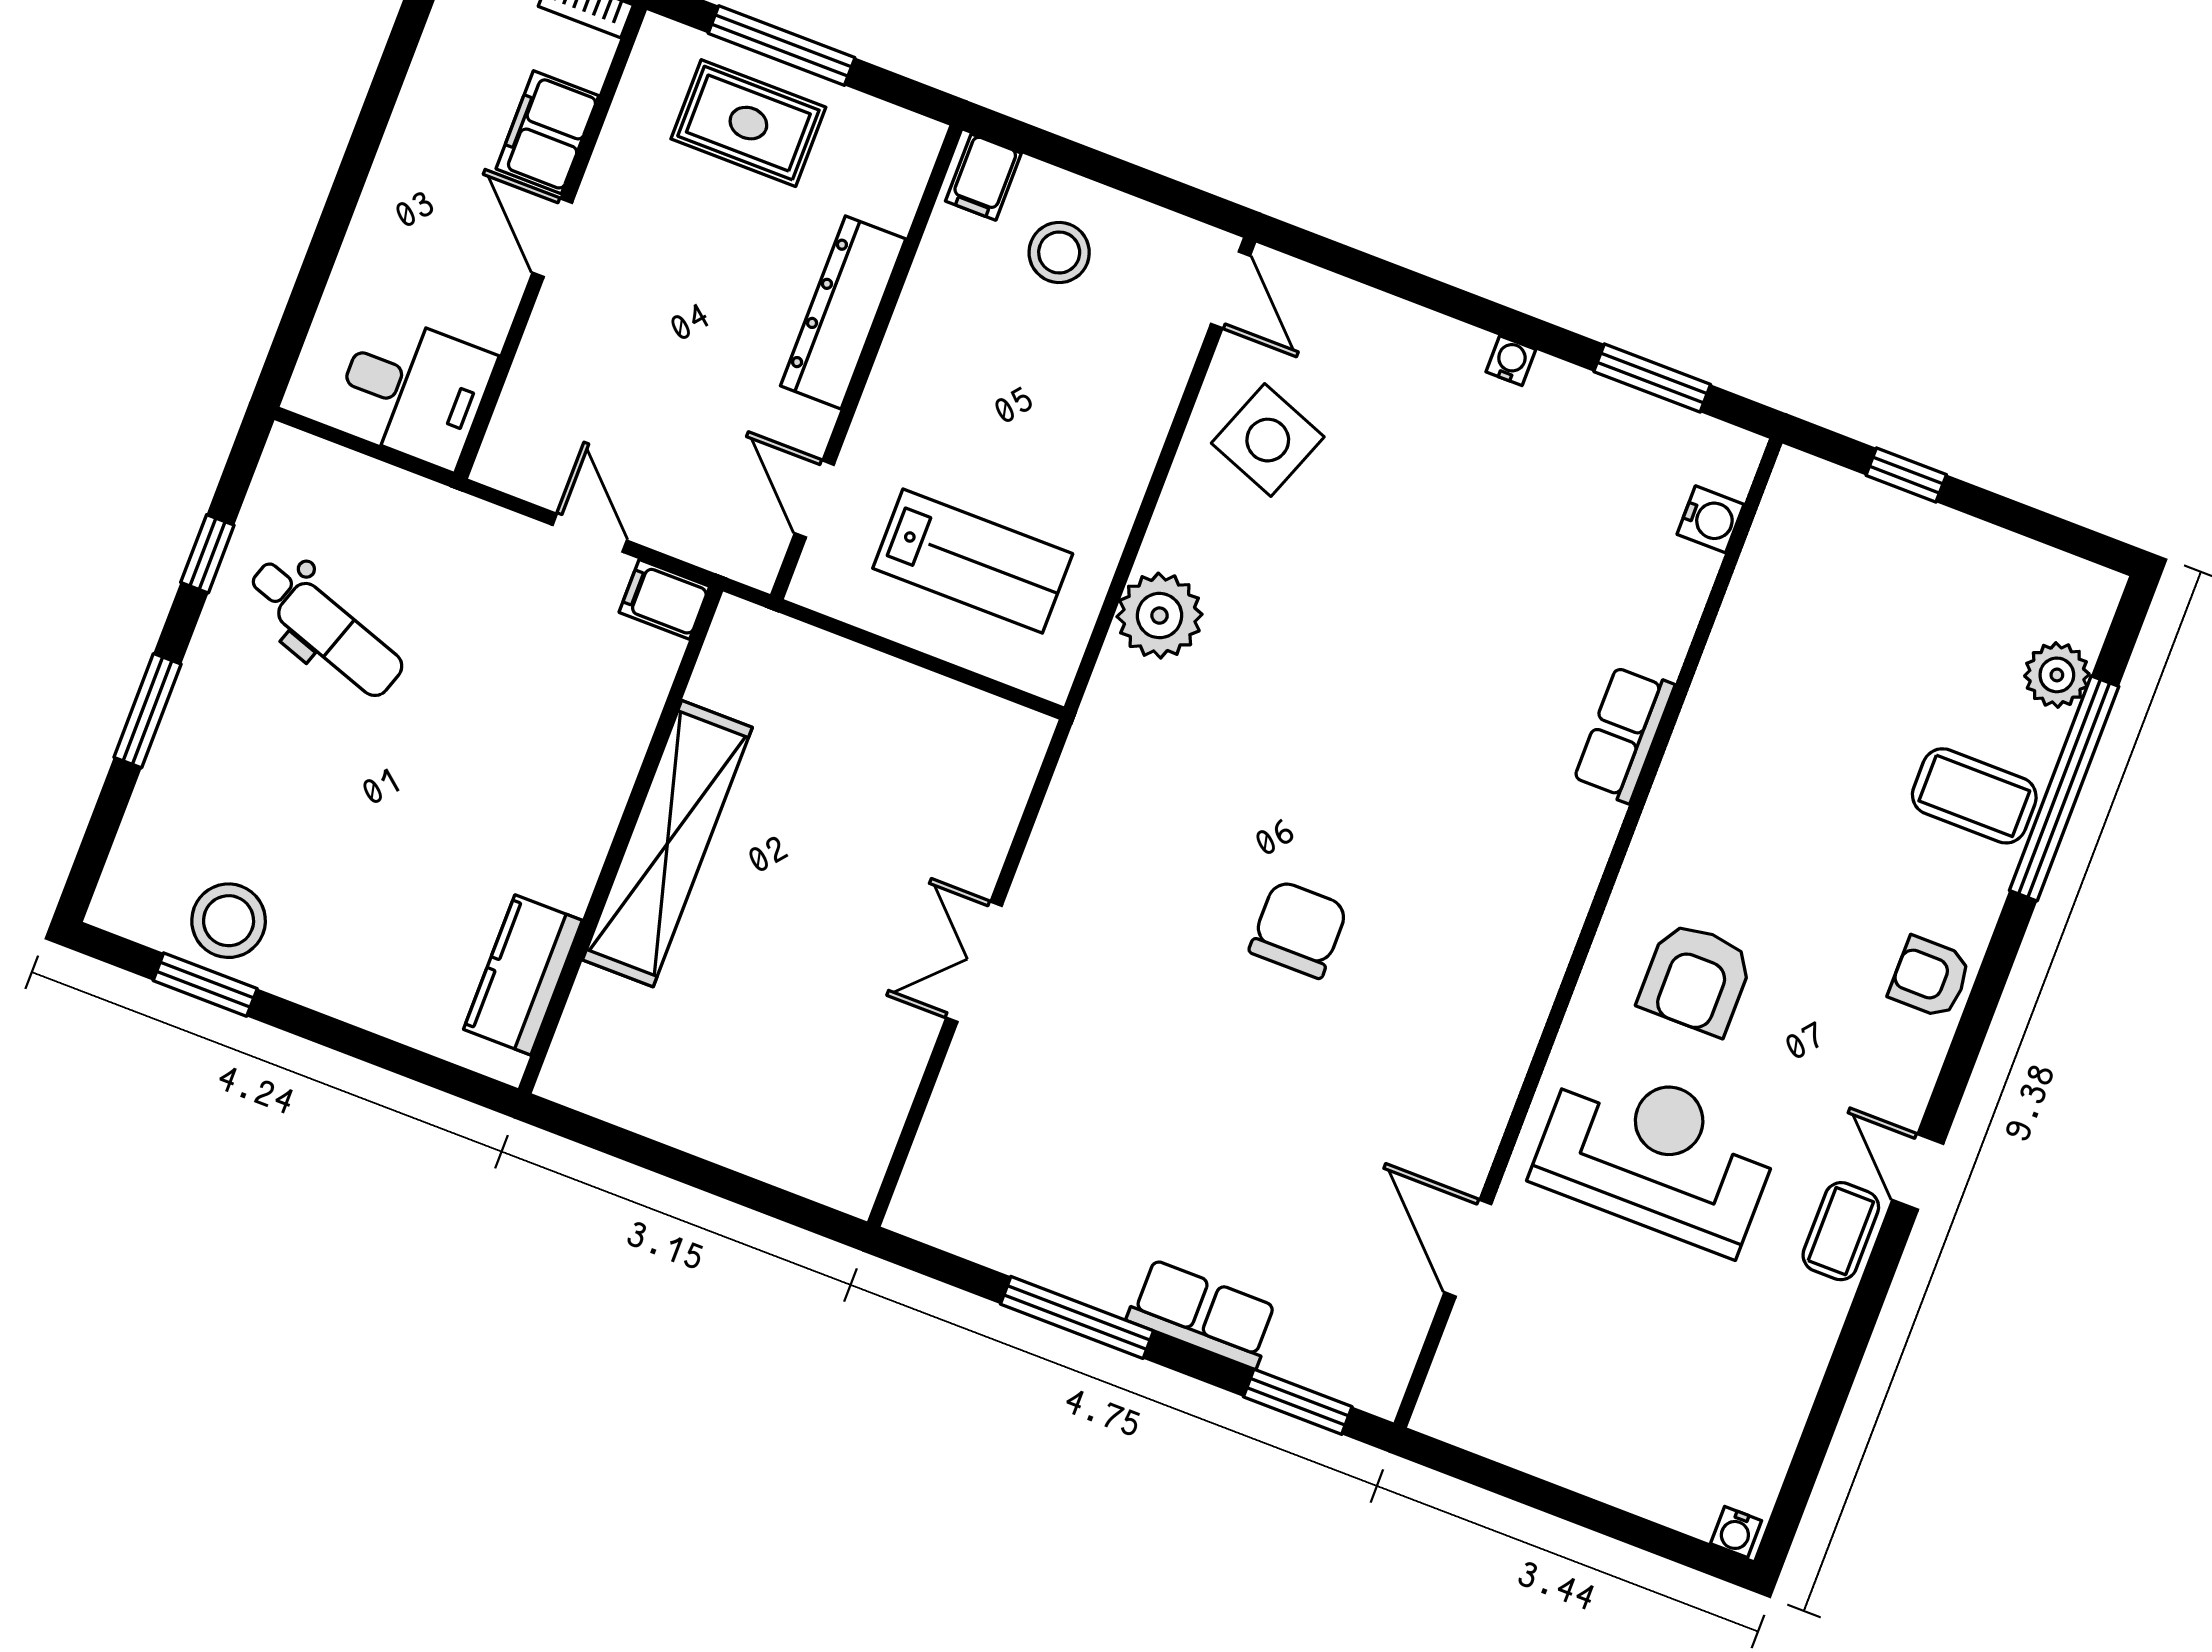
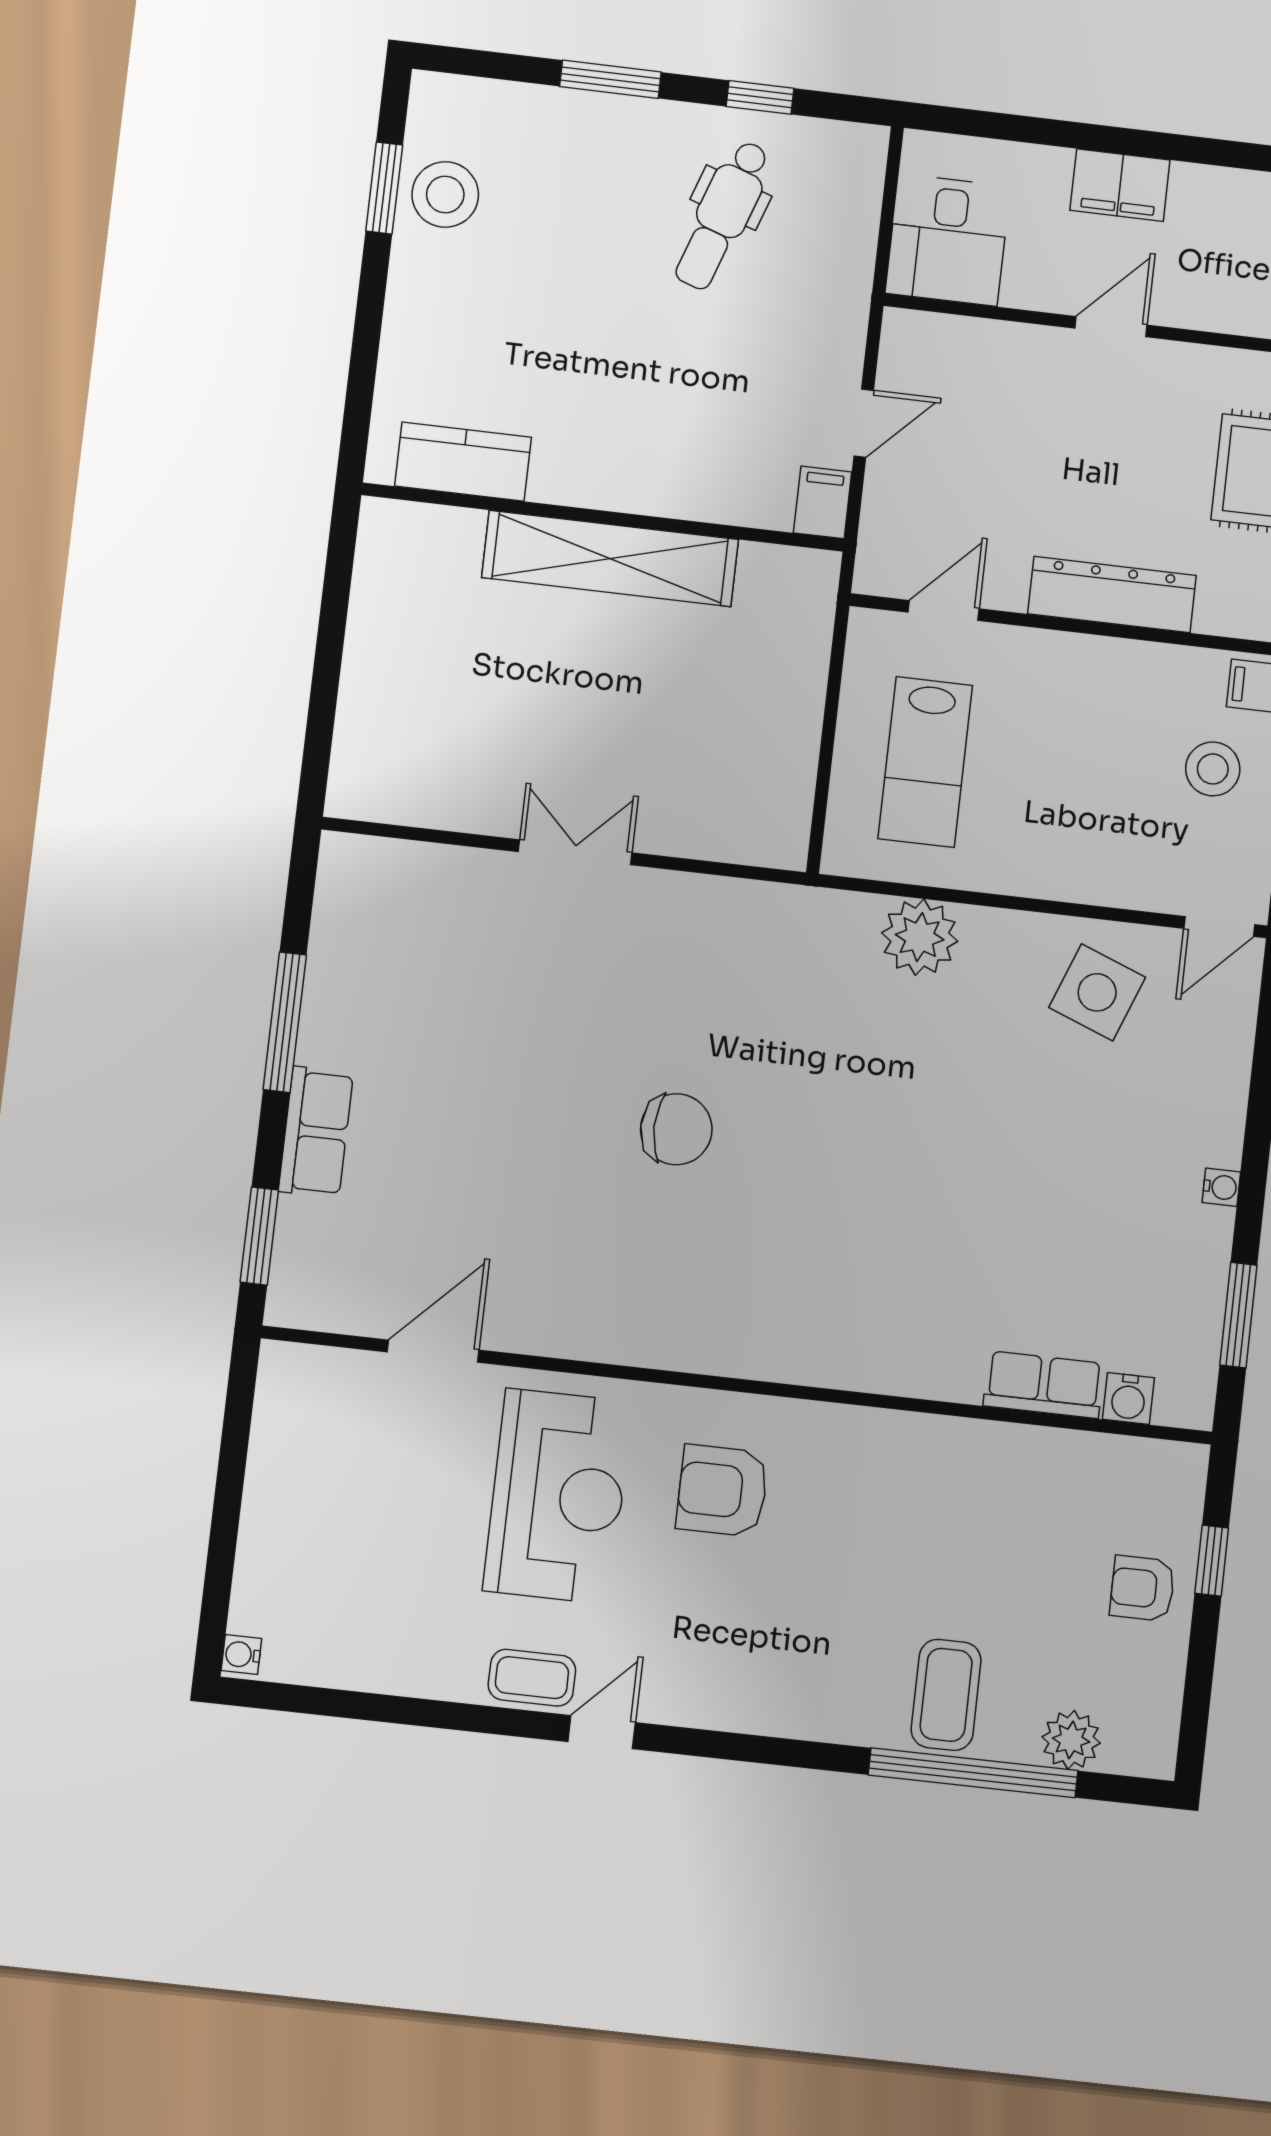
filing cabinet: (547, 132) -> (1120, 185), moved, turned 180
row of seats: (1624, 734) -> (1044, 1385), moved
armchair: (1930, 977) -> (1142, 1588), moved, turned -90

